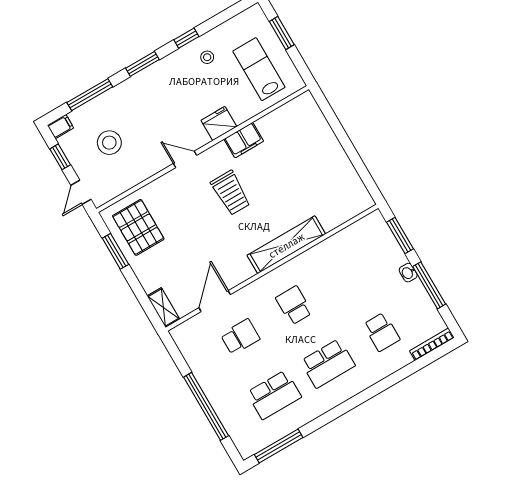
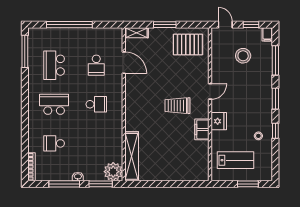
plant: (373, 228) -> (113, 172), added
shelving: (286, 245) -> (132, 156), moved
window: (115, 251) -> (165, 25), moved
school desk: (328, 363) -> (54, 104), turned 90

